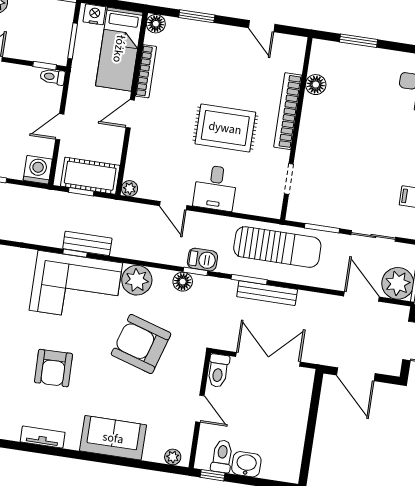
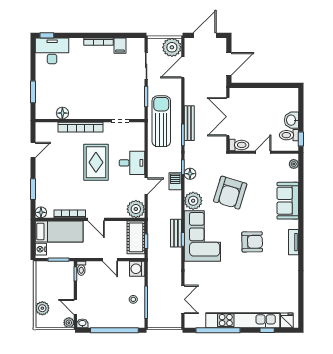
plant: (129, 188) -> (136, 209), width x1.87, depth x1.87
barbecue: (202, 260) -> (175, 181), moved

